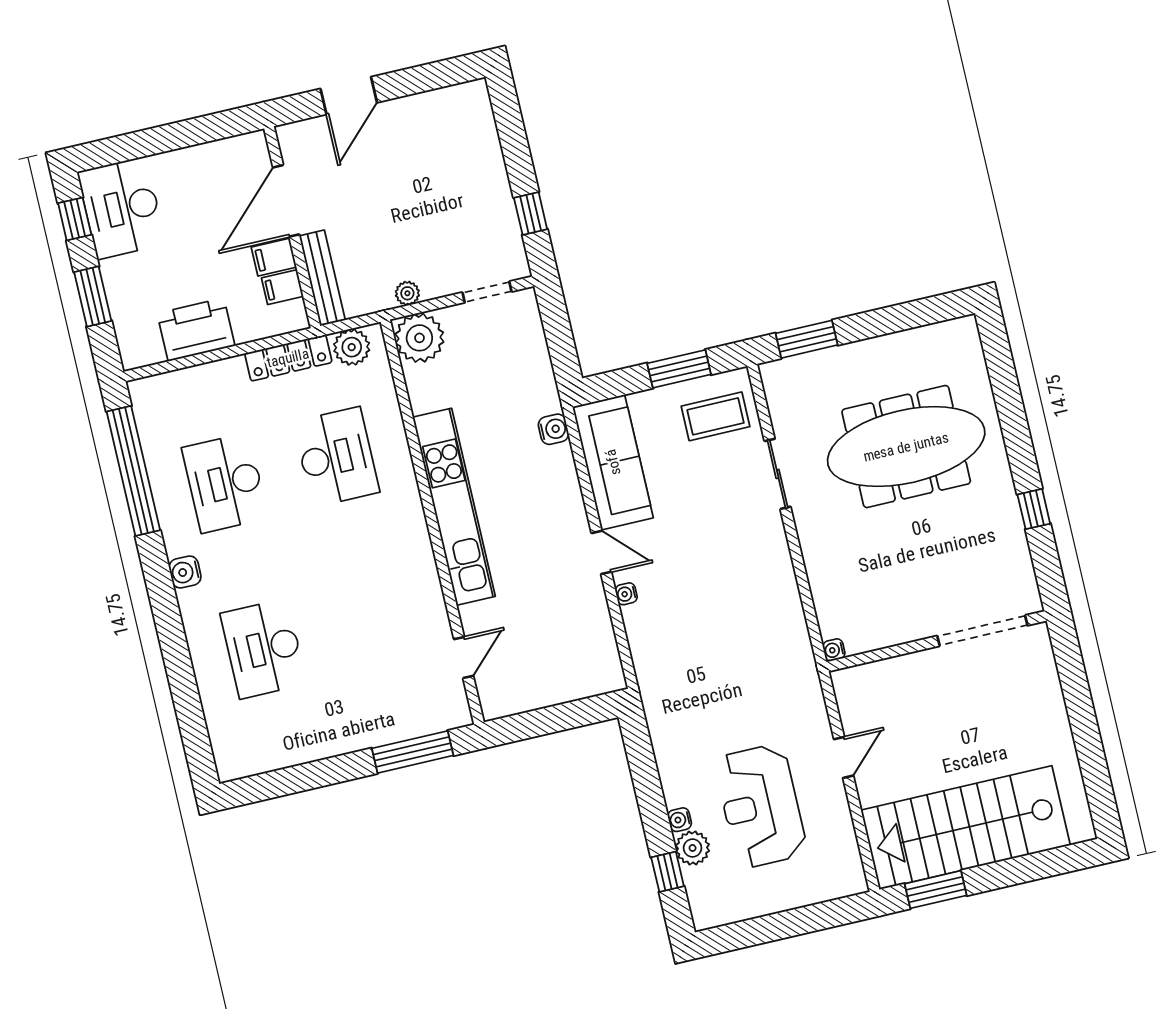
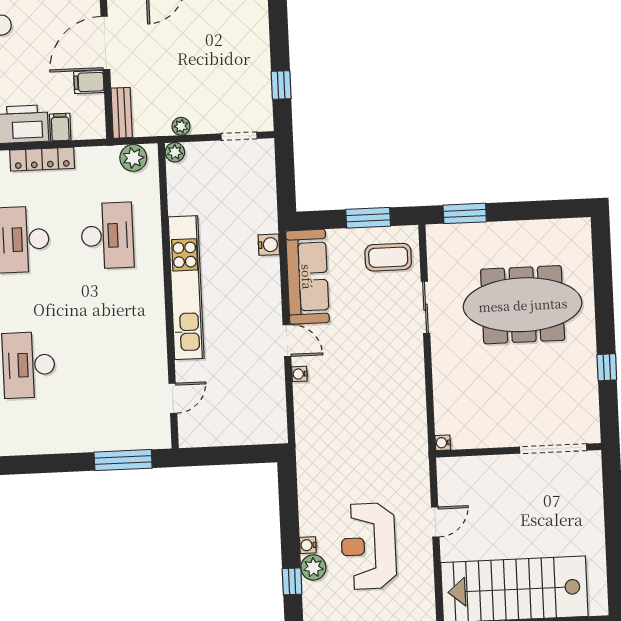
bench: (322, 278) -> (122, 113), width x0.73
filing cabinet: (282, 287) -> (60, 127), moved, turned 90
plant: (419, 338) -> (175, 152), width x0.53, depth x0.53
locker: (288, 358) -> (42, 159), moved

